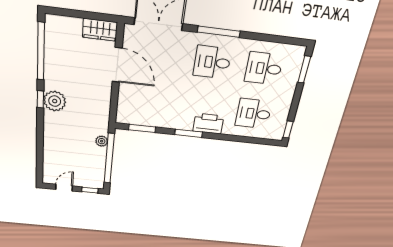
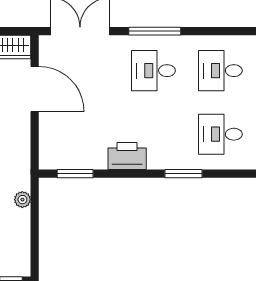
printer: (208, 124) -> (127, 156), moved
window: (189, 133) -> (184, 174), moved
window: (109, 159) -> (35, 225), removed

